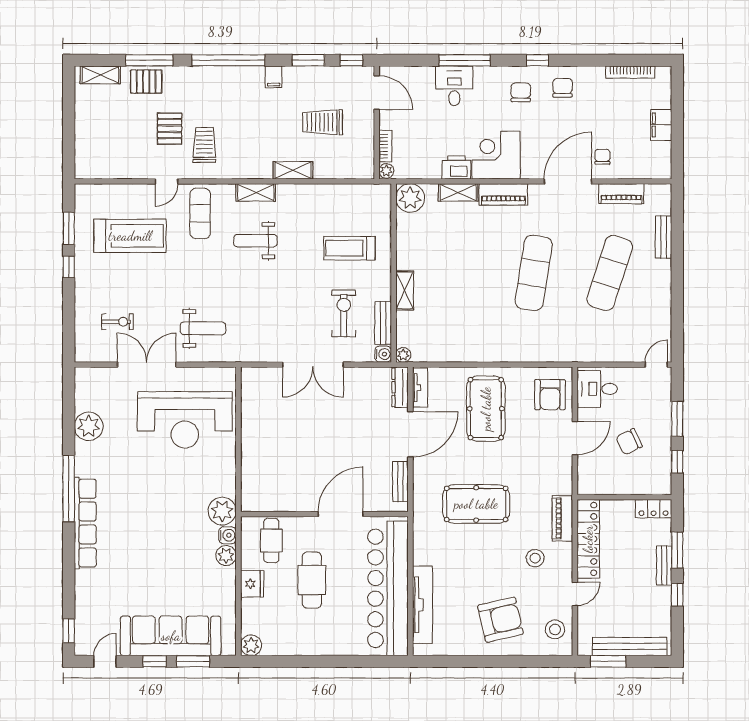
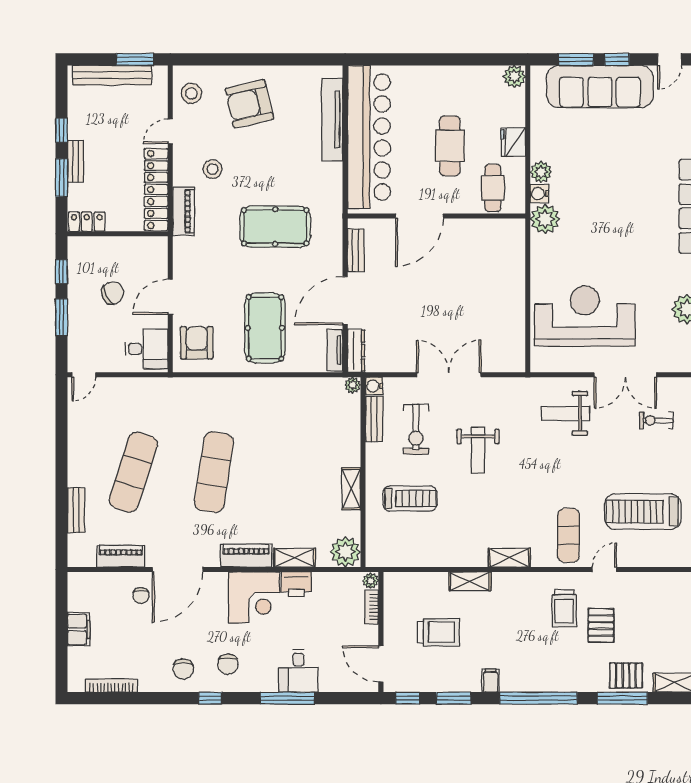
weight bench: (255, 241) -> (478, 450), moved, turned 90
shelving: (405, 290) -> (351, 489), moved

